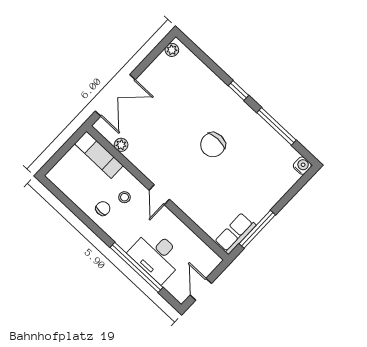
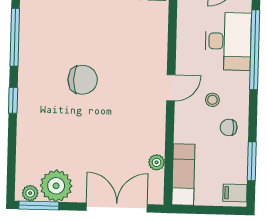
window: (159, 48) -> (39, 206), added
plant: (162, 70) -> (56, 186), added
filing cabinet: (59, 176) -> (235, 193), added
stool: (125, 197) -> (212, 100), moved
window: (69, 204) -> (252, 161), added

